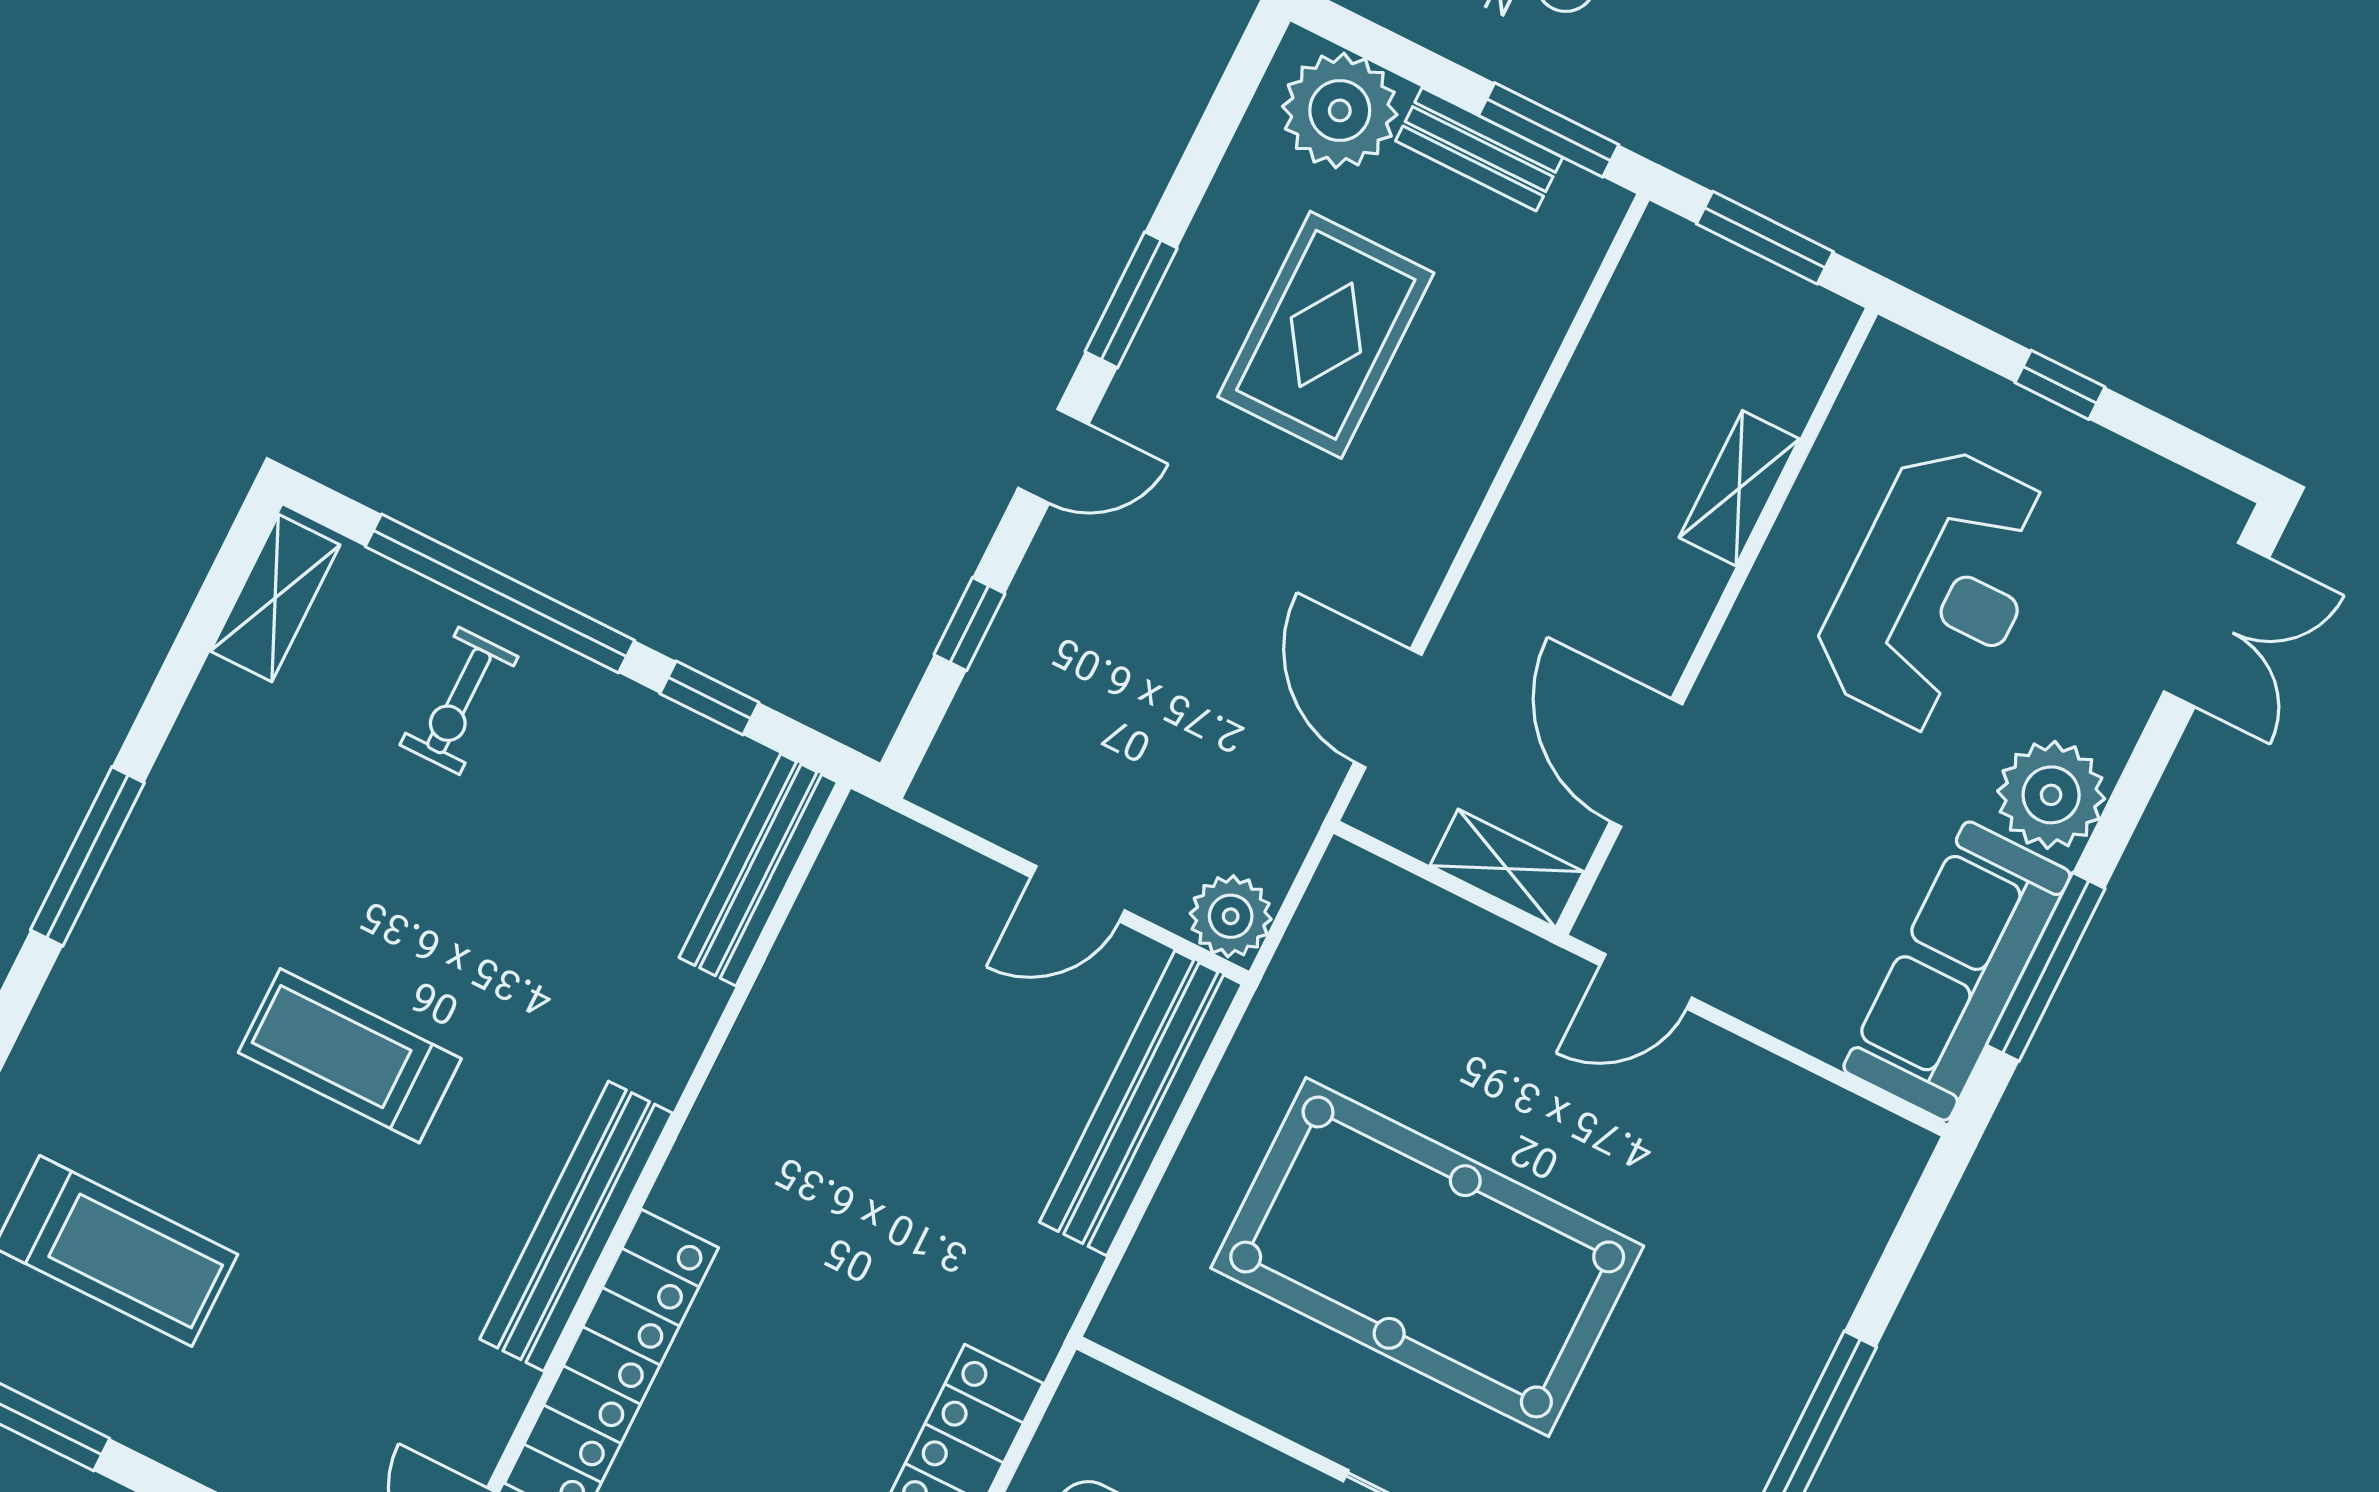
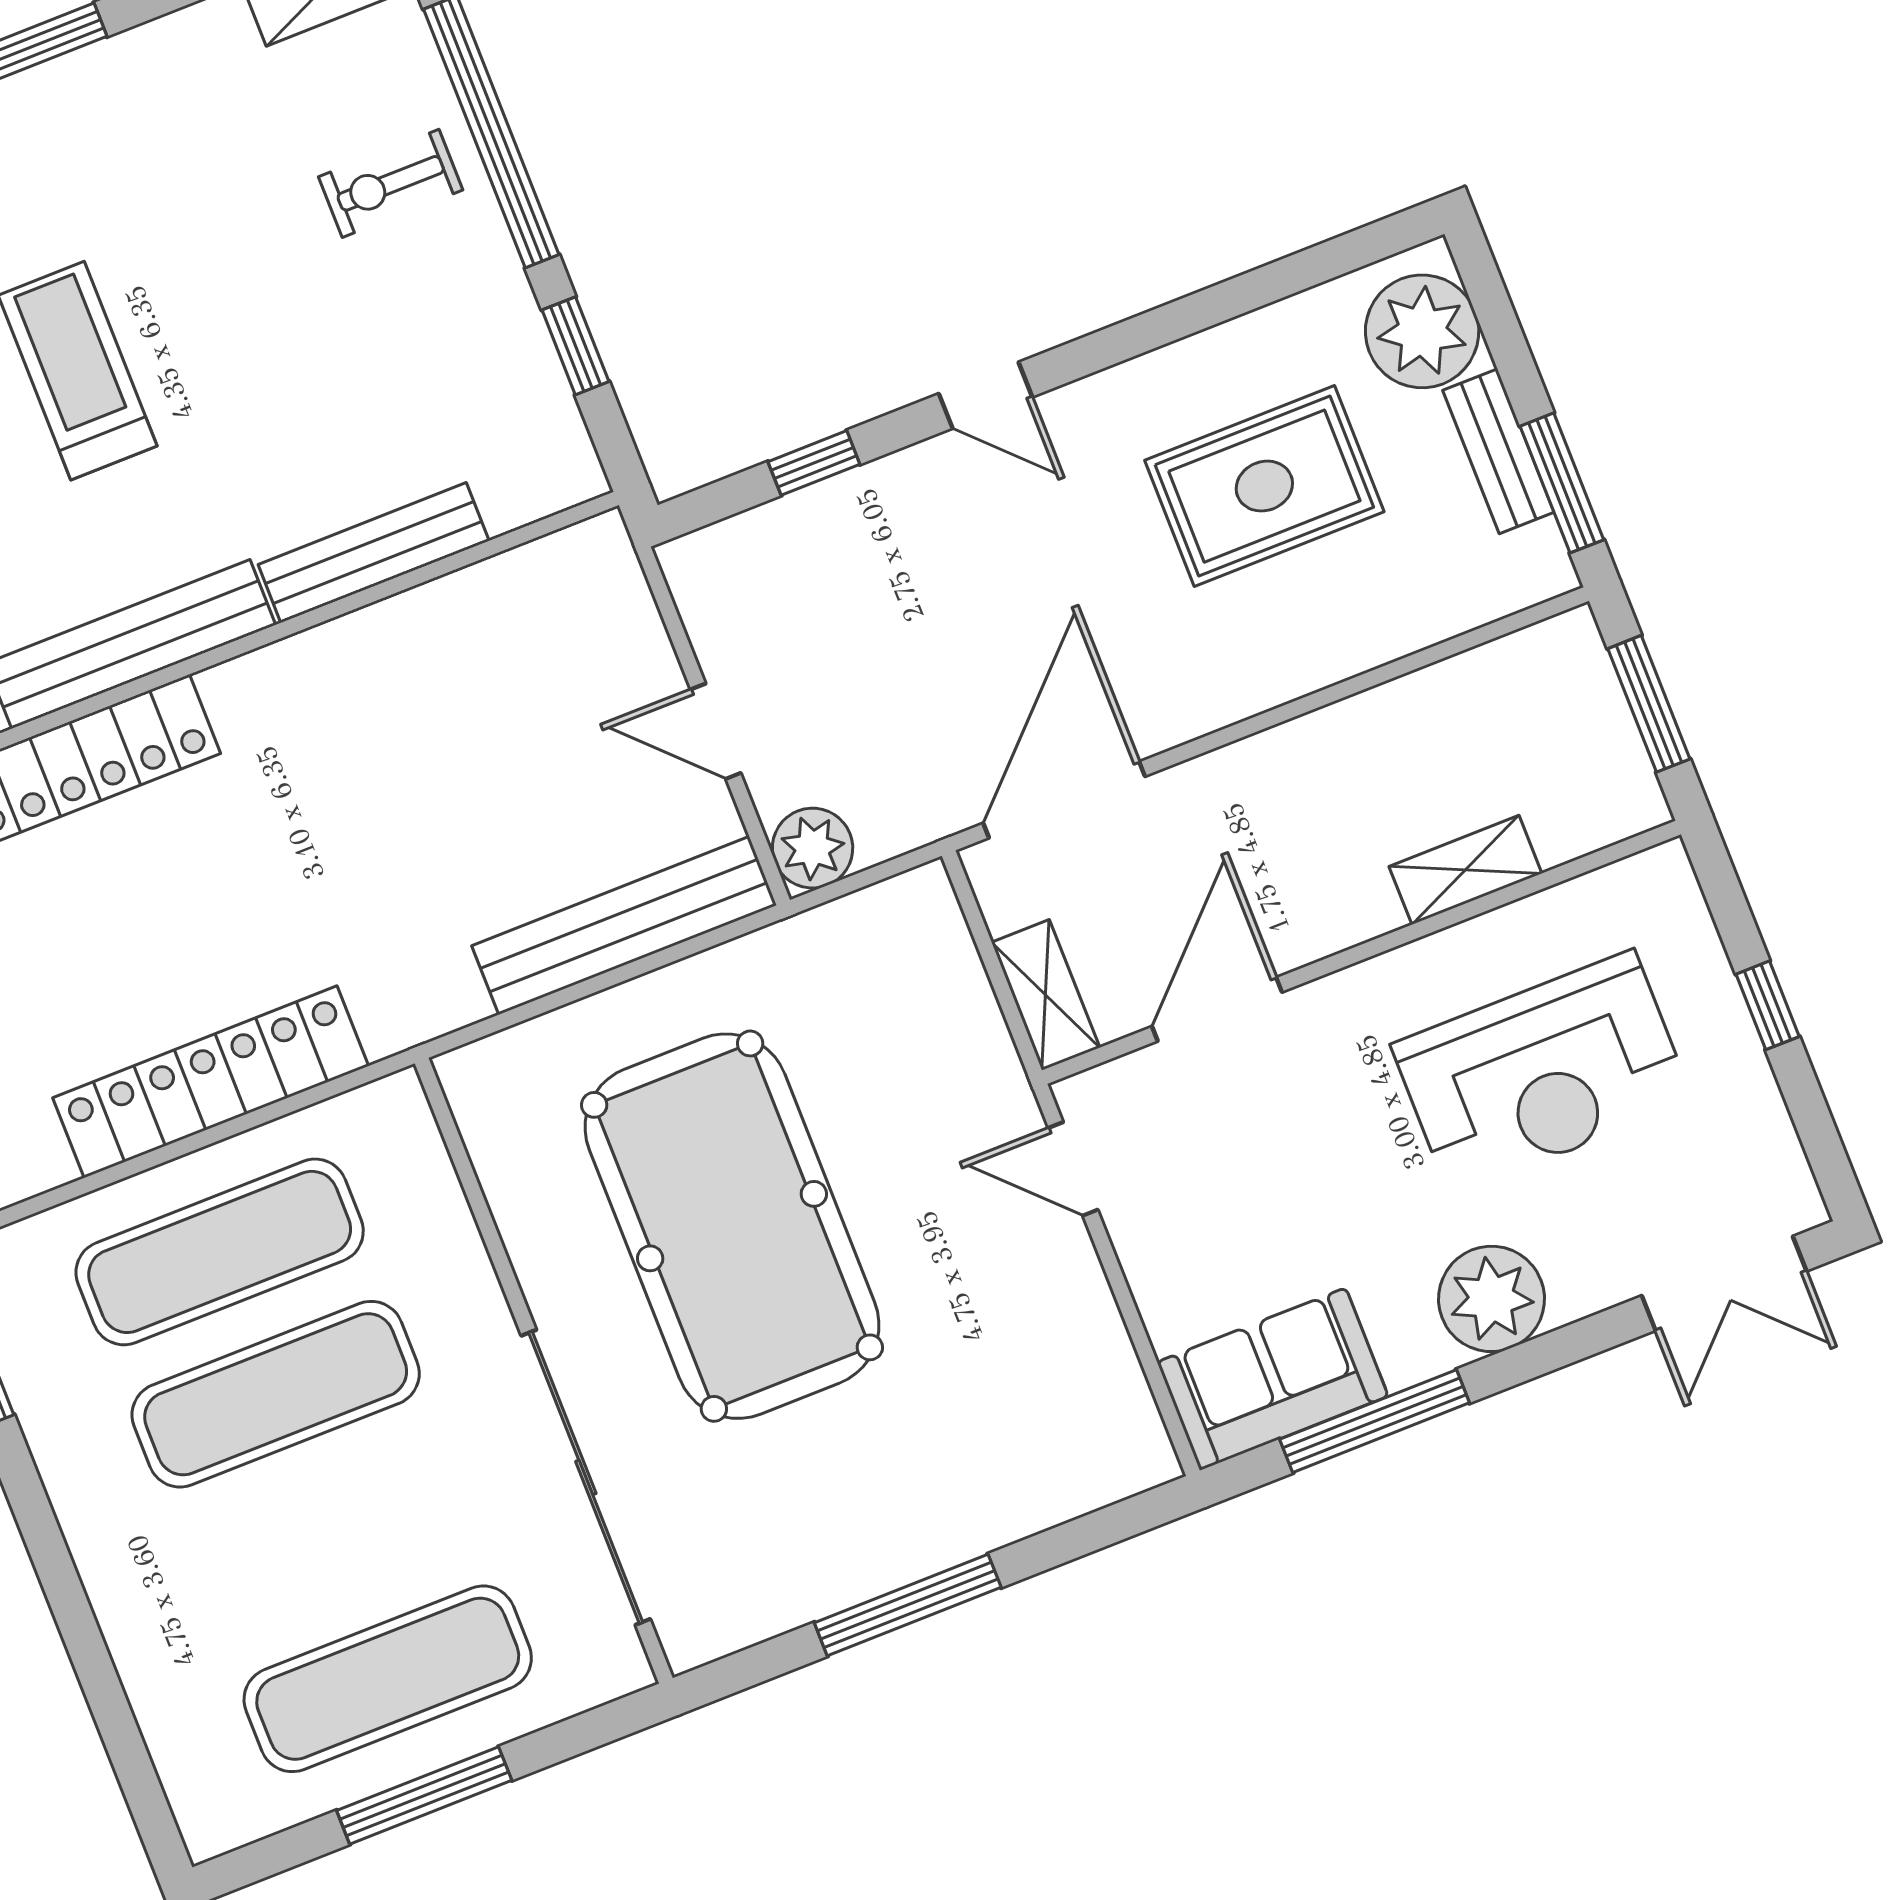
window: (1131, 300) -> (1145, 332), removed
door: (1388, 708) -> (1064, 800), width x1.36
bench: (758, 870) -> (374, 553), moved
sofa: (1957, 971) -> (1273, 1379), width x0.73

